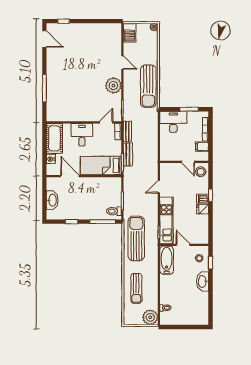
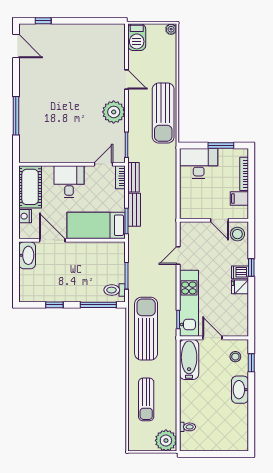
washbasin: (52, 200) -> (27, 255), moved

